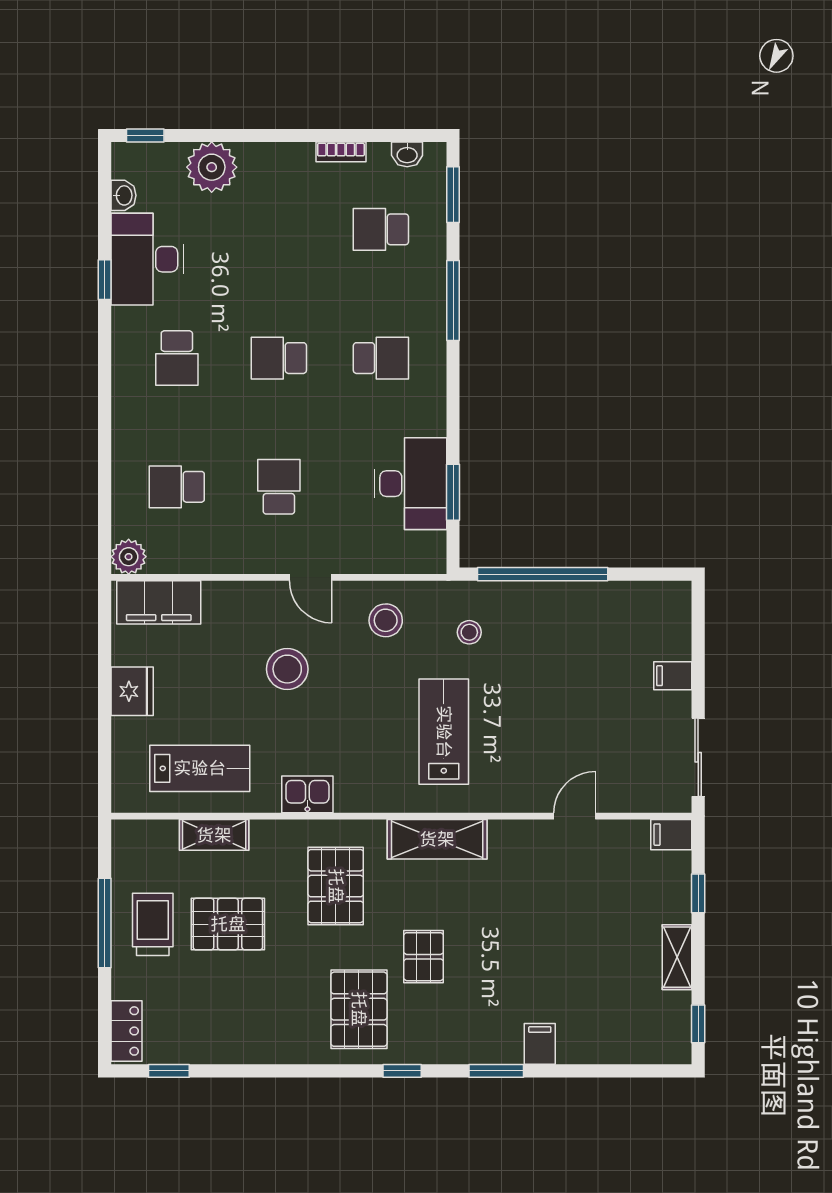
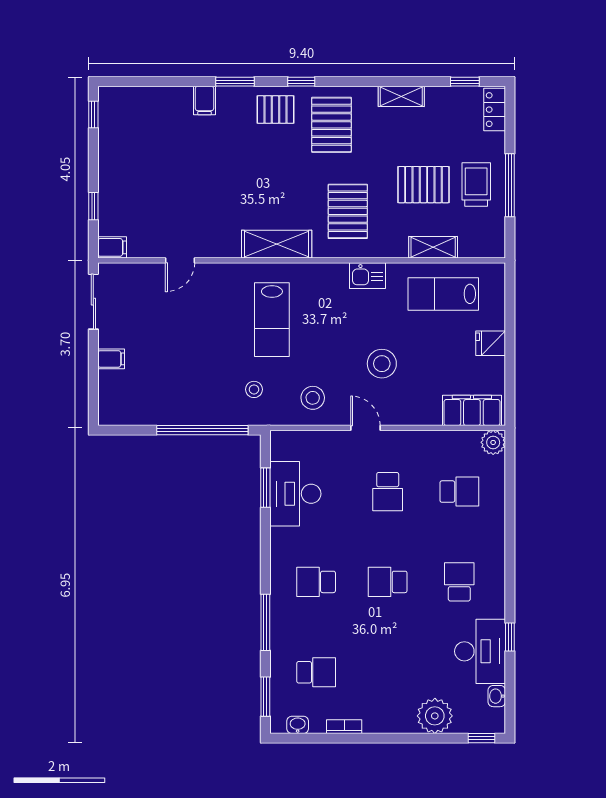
school desk: (279, 358) -> (388, 582), turned 180
fridge: (132, 691) -> (491, 343), width x0.72
trolley: (153, 924) -> (476, 184), turned 180
pallet: (424, 957) -> (275, 110), moved, turned 90
shelving: (677, 957) -> (401, 96), moved, turned 90

